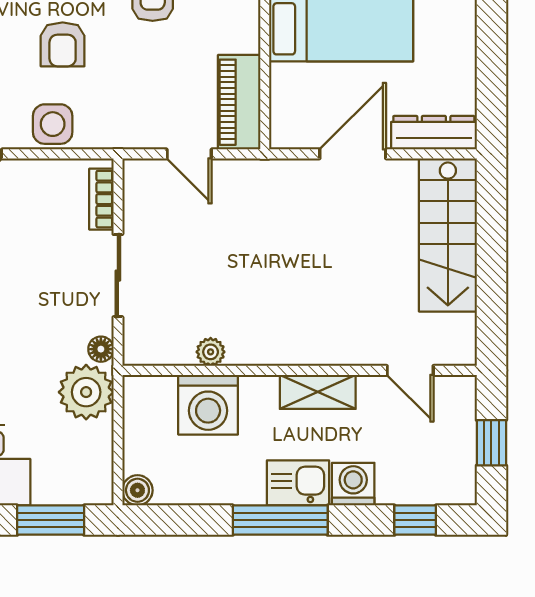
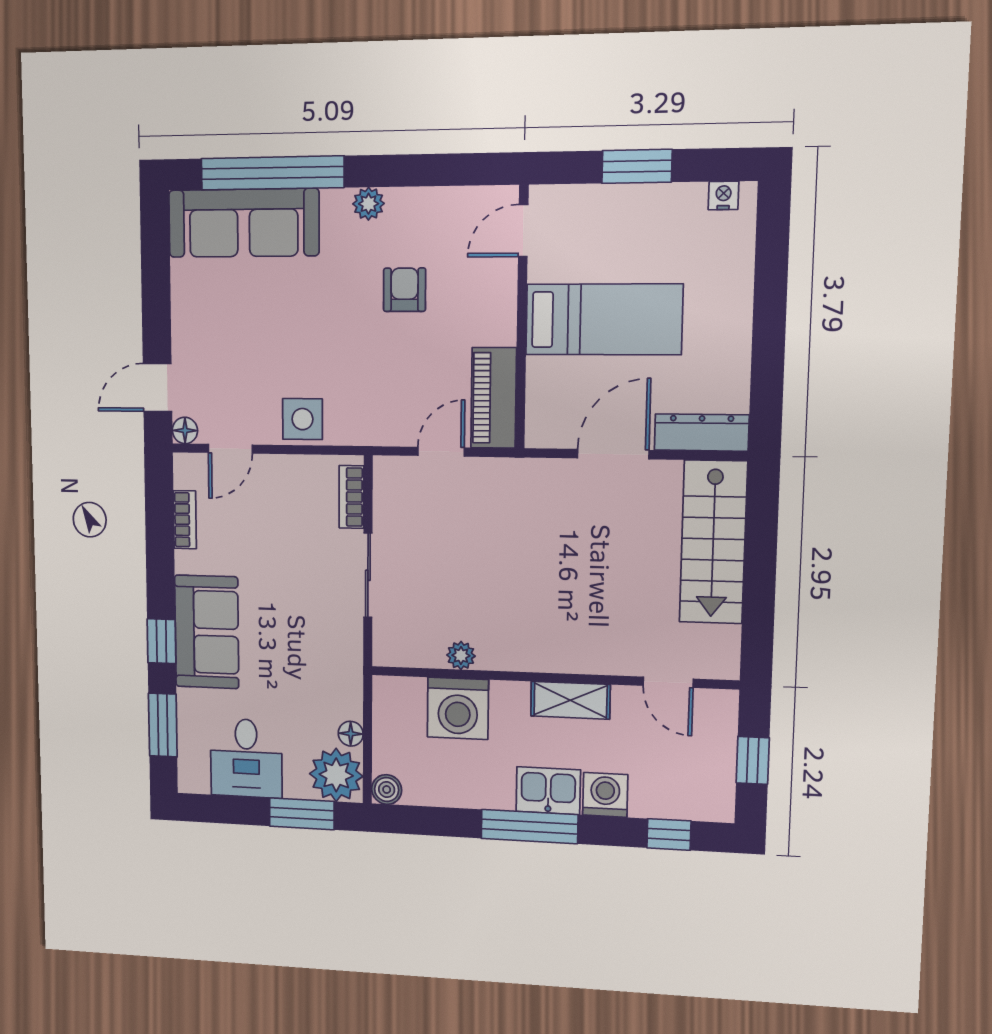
armchair: (63, 44) -> (312, 336), removed
door: (189, 154) -> (441, 452), swing flipped
floor lamp: (101, 349) -> (351, 734), moved
plant: (86, 392) -> (336, 775), moved

